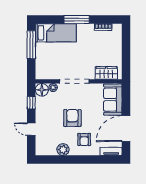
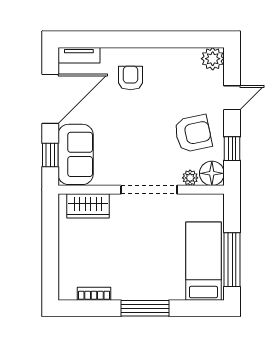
bed: (56, 33) -> (203, 261), moved, turned 90
window: (126, 99) -> (50, 155), added
armchair: (72, 118) -> (193, 134), moved, turned -102
door: (31, 129) -> (232, 98), hinge flipped
plant: (63, 150) -> (213, 59), moved

